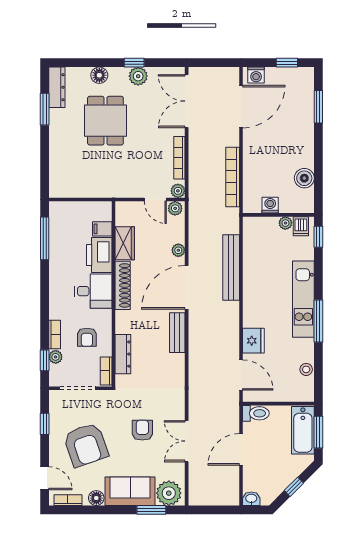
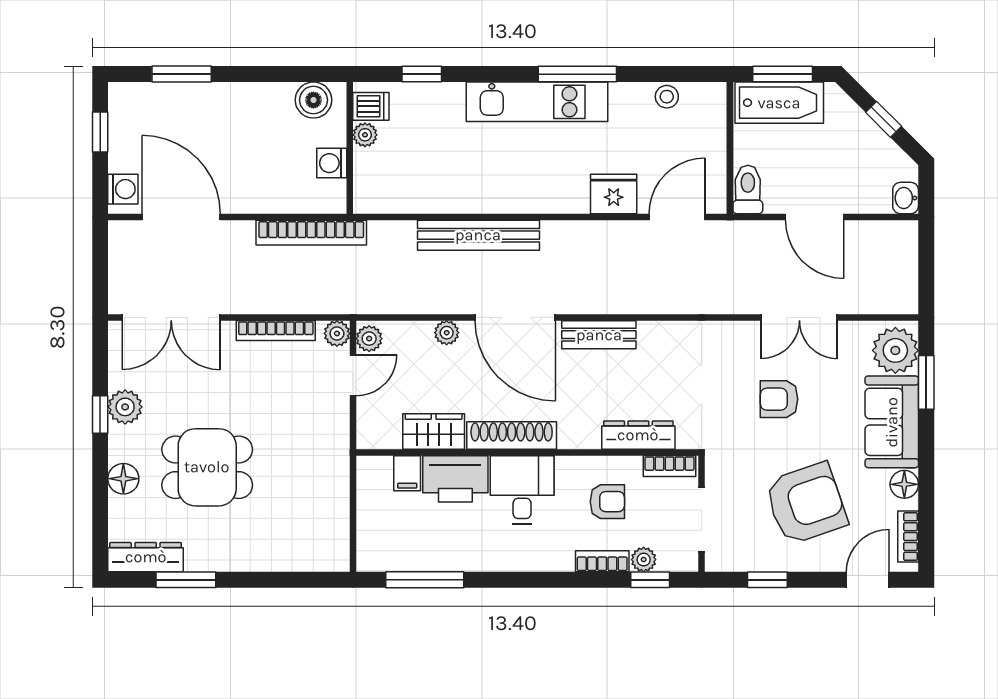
washing machine: (270, 205) -> (332, 163), moved
wall: (278, 215) -> (350, 148), moved
plant: (285, 223) -> (365, 135), moved
dishwasher: (301, 226) -> (371, 106), moved

